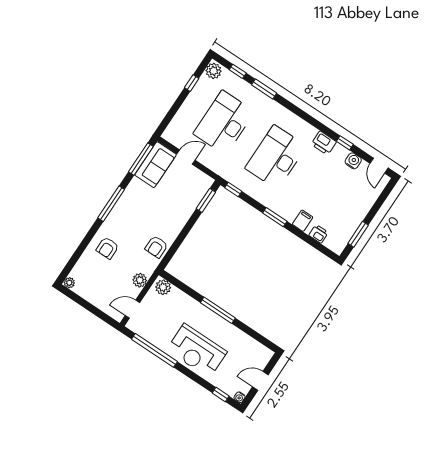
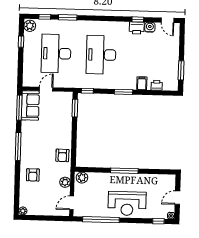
printer: (324, 143) -> (137, 28), moved

